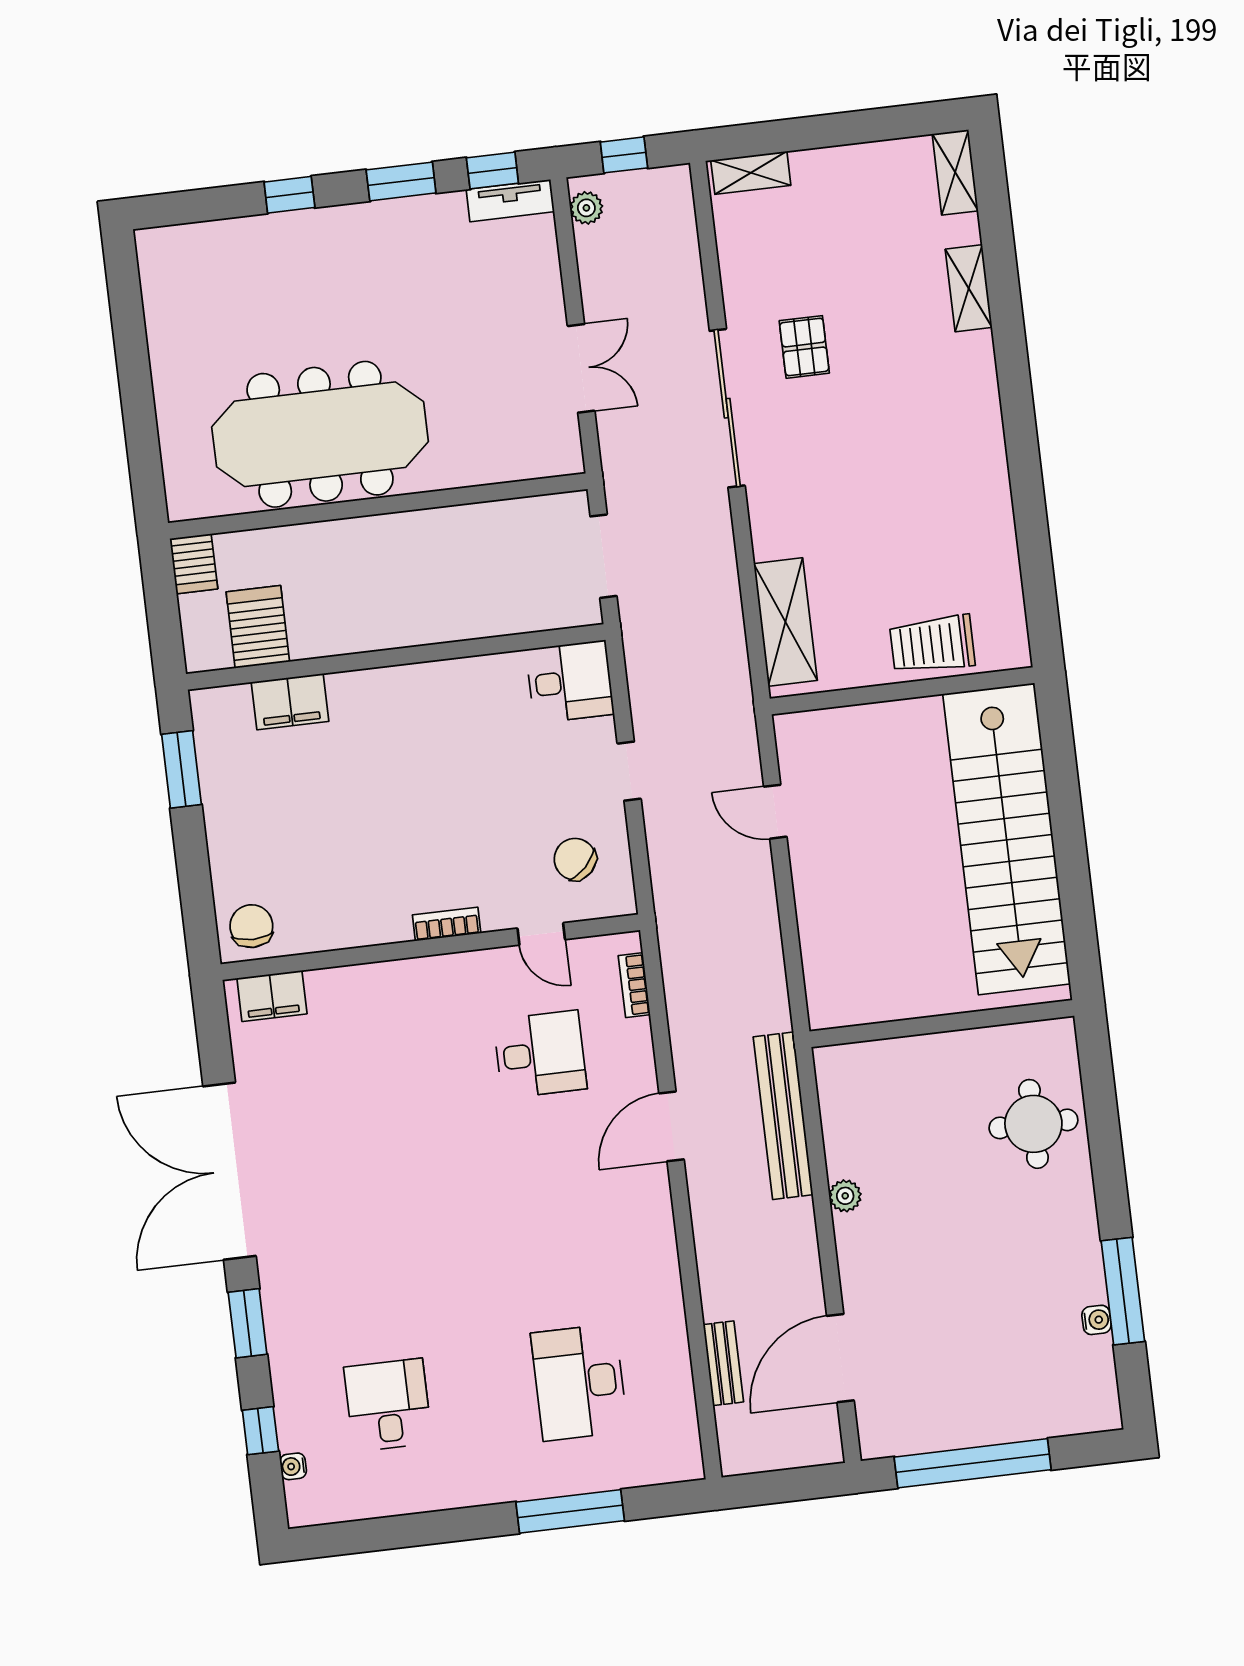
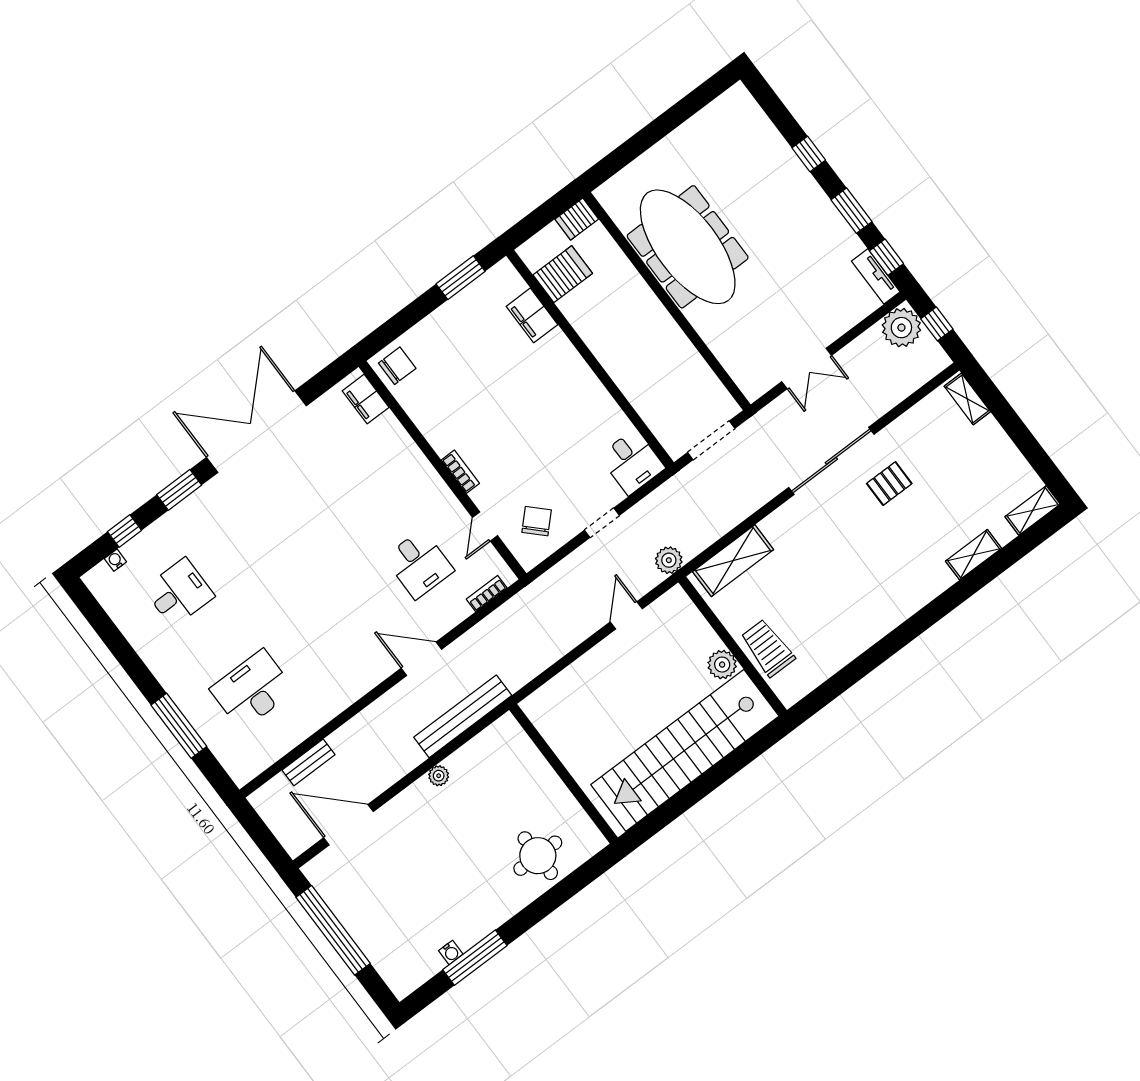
plant: (586, 208) -> (901, 328), width x1.88, depth x1.88
plant: (734, 709) -> (669, 560), added
plant: (919, 720) -> (722, 665), added

